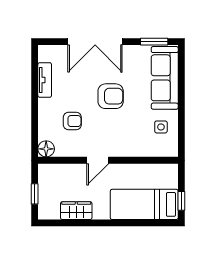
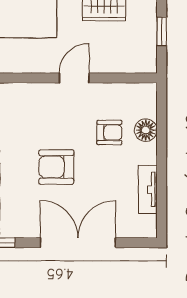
armchair: (72, 121) -> (109, 132), turned 180
floor lamp: (46, 149) -> (146, 130), moved

